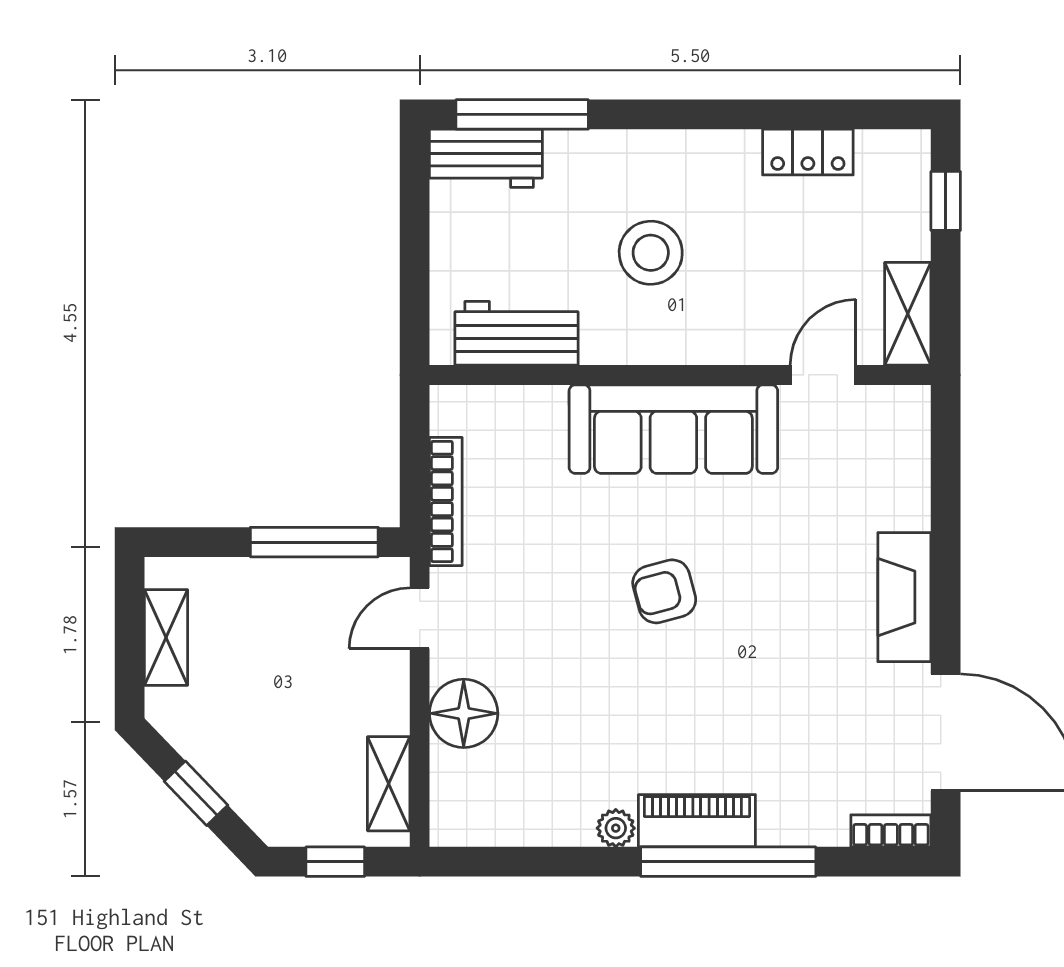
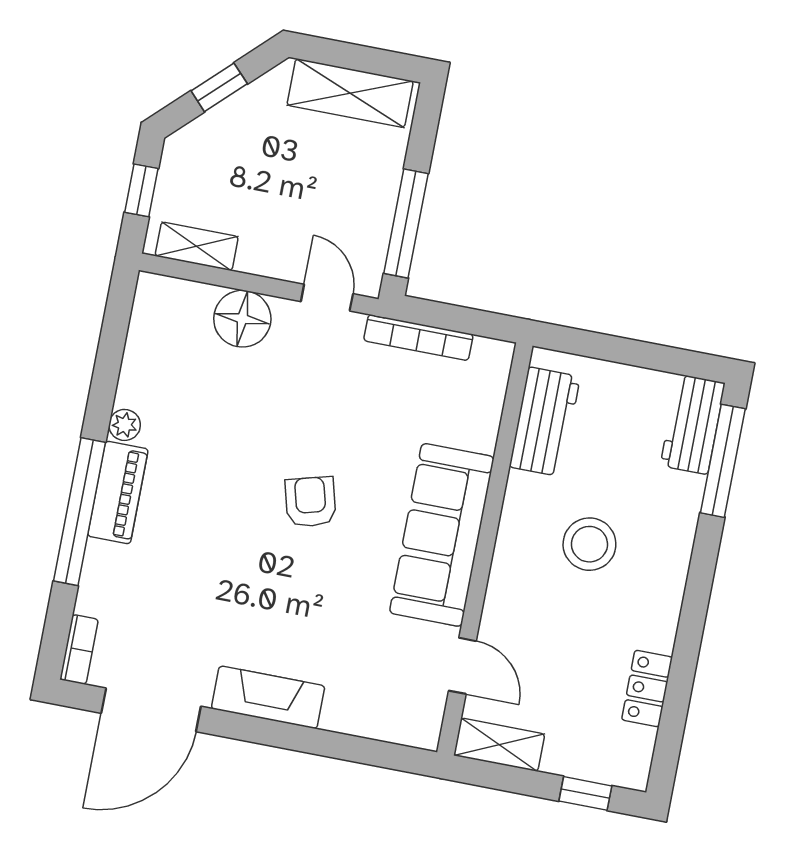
shelving: (166, 638) -> (350, 93), width x1.50, depth x1.33

